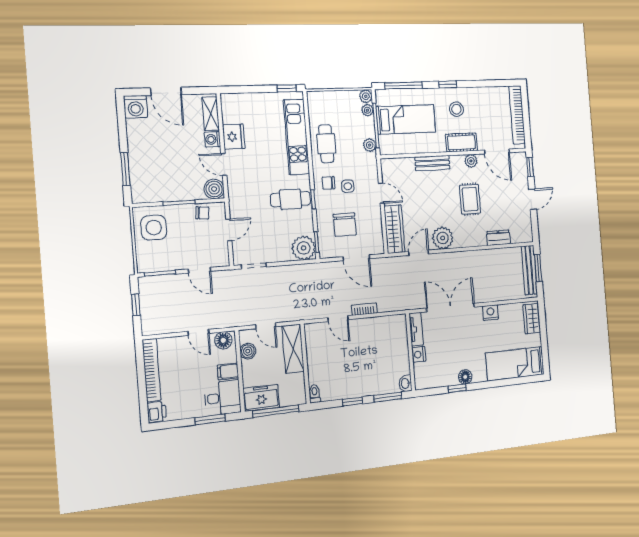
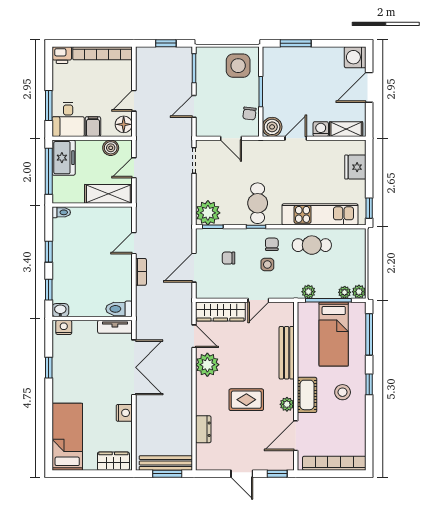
fridge: (234, 137) -> (355, 167), moved, turned 90
bench: (432, 163) -> (287, 353), width x1.36
chair: (345, 225) -> (229, 258), width x0.54, depth x0.54
toilet: (400, 327) -> (119, 309), added
nightstand: (419, 354) -> (64, 327), moved
floor lamp: (465, 377) -> (60, 378), removed
window: (388, 397) -> (49, 290), width x0.67

